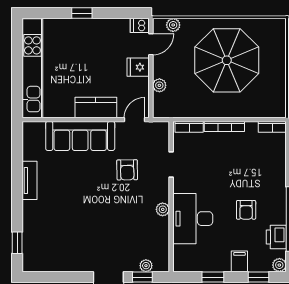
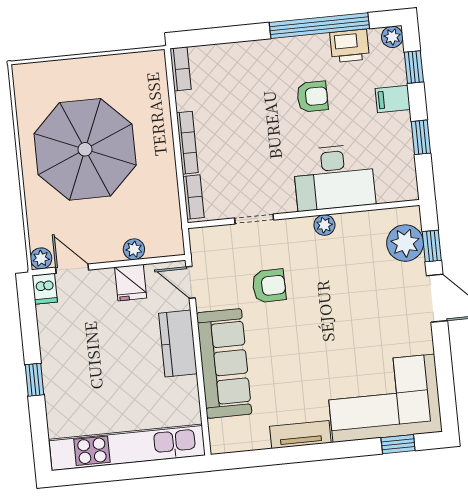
plant: (173, 25) -> (41, 258), moved
fridge: (138, 67) -> (131, 283), moved
corner sofa: (48, 236) -> (384, 398), added
plant: (146, 266) -> (405, 243), width x1.87, depth x1.87

